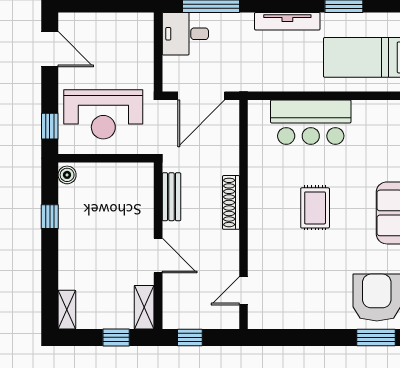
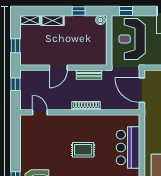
shelving: (144, 307) -> (52, 20), moved

